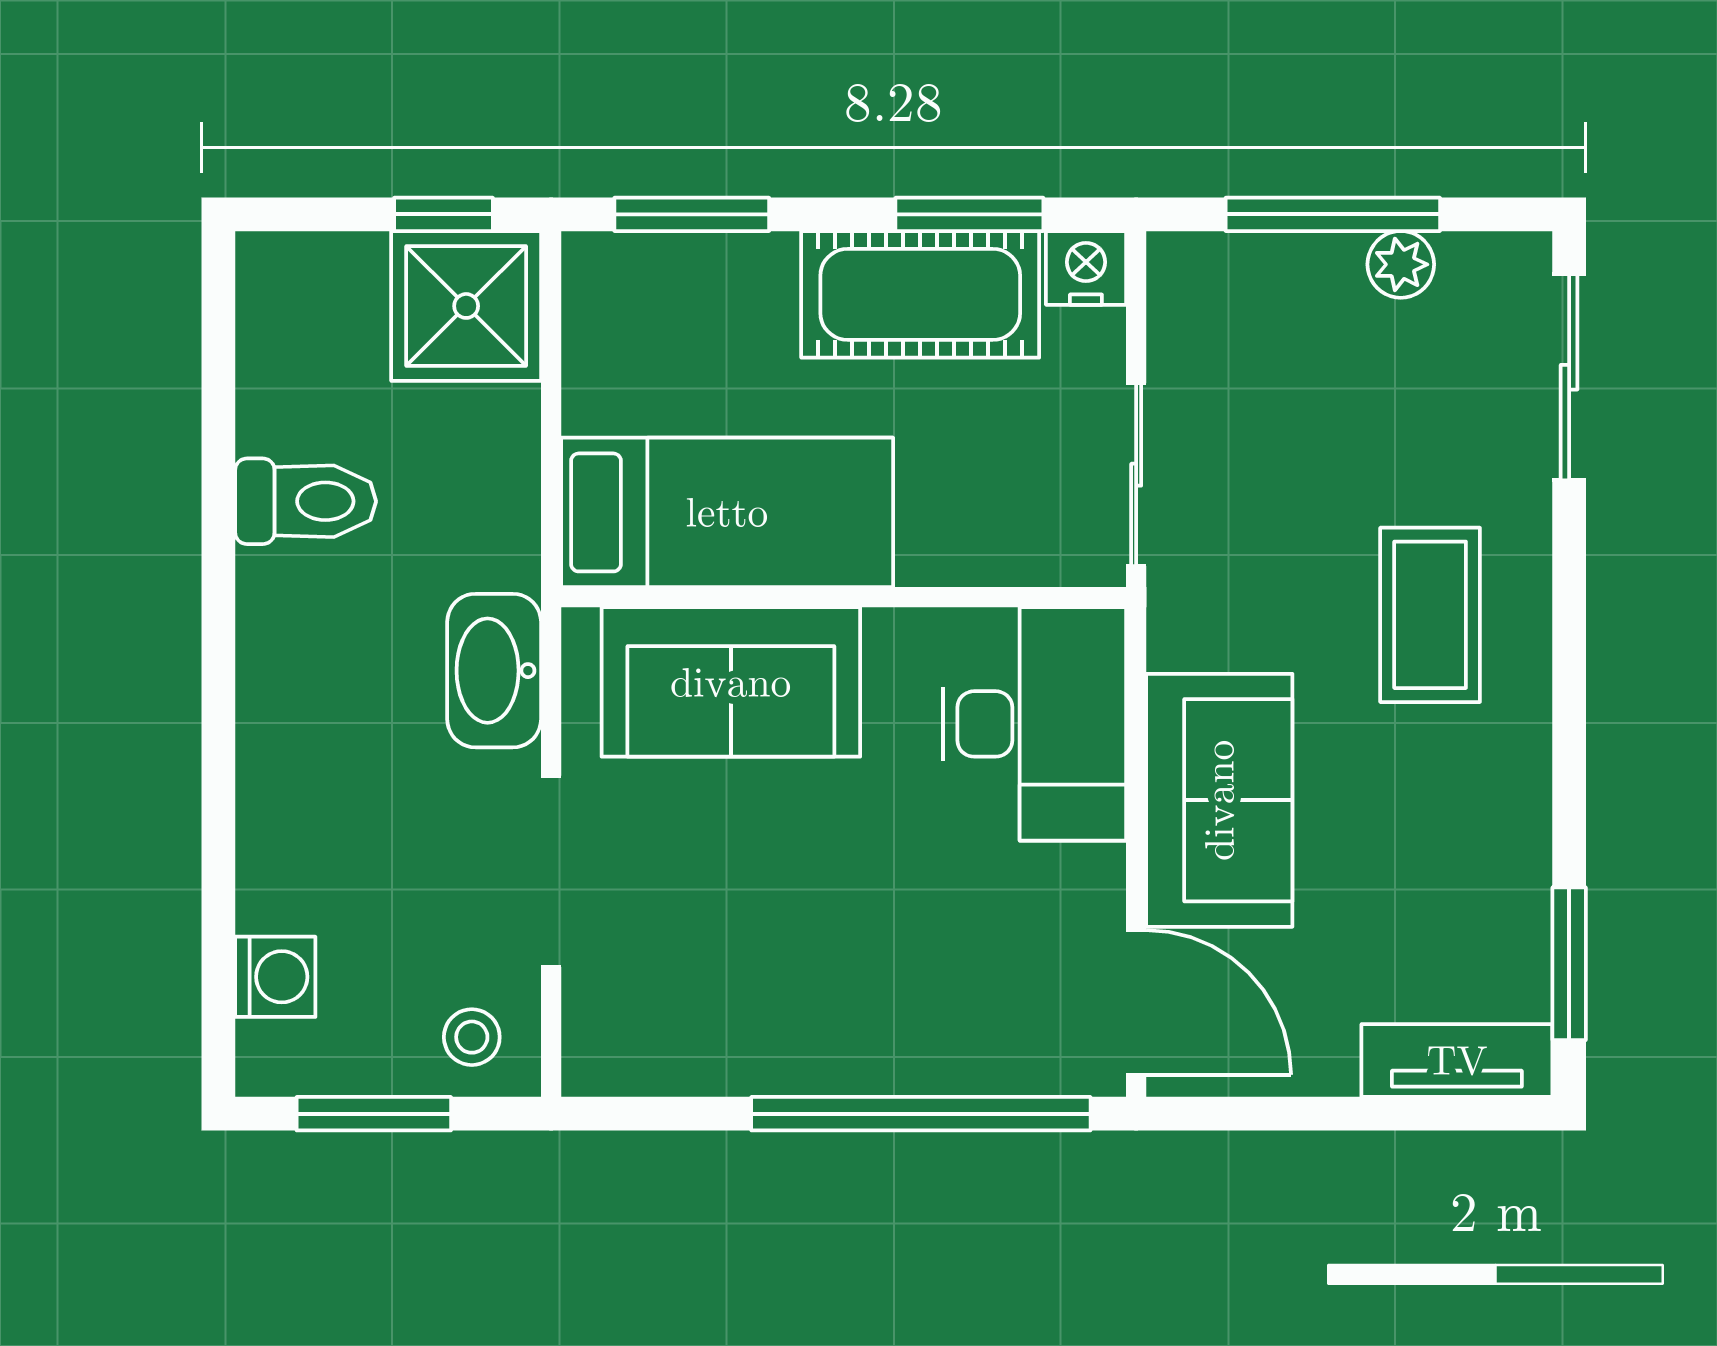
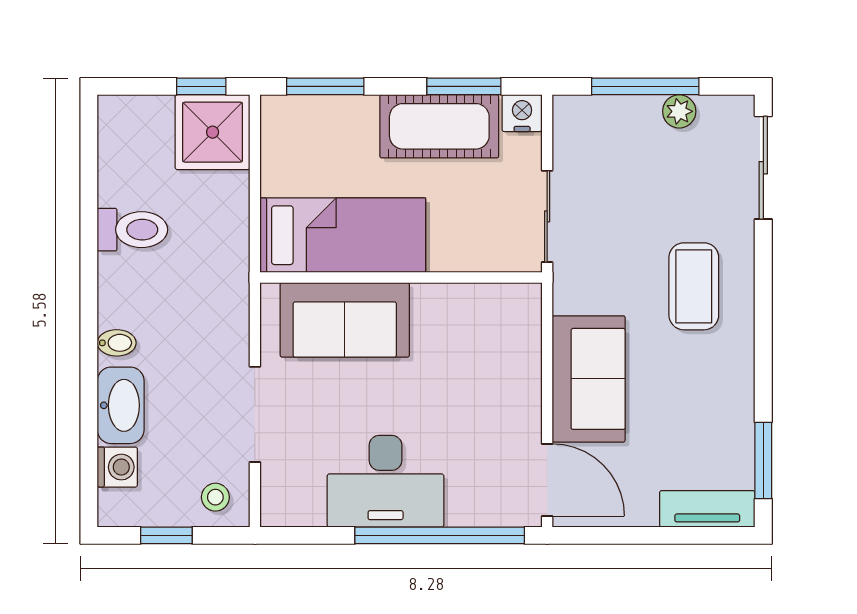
washbasin: (494, 671) -> (121, 405), moved, turned 180
desk: (1034, 724) -> (386, 481), moved, turned 90
bidet: (274, 728) -> (117, 343), added
window: (374, 1114) -> (166, 535), width x0.67

